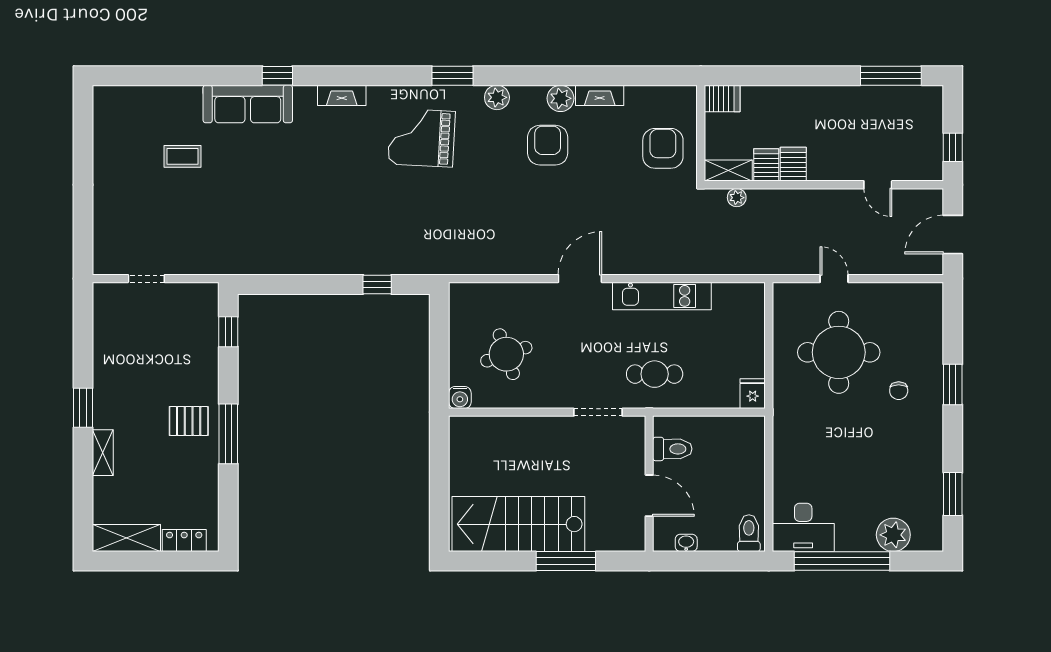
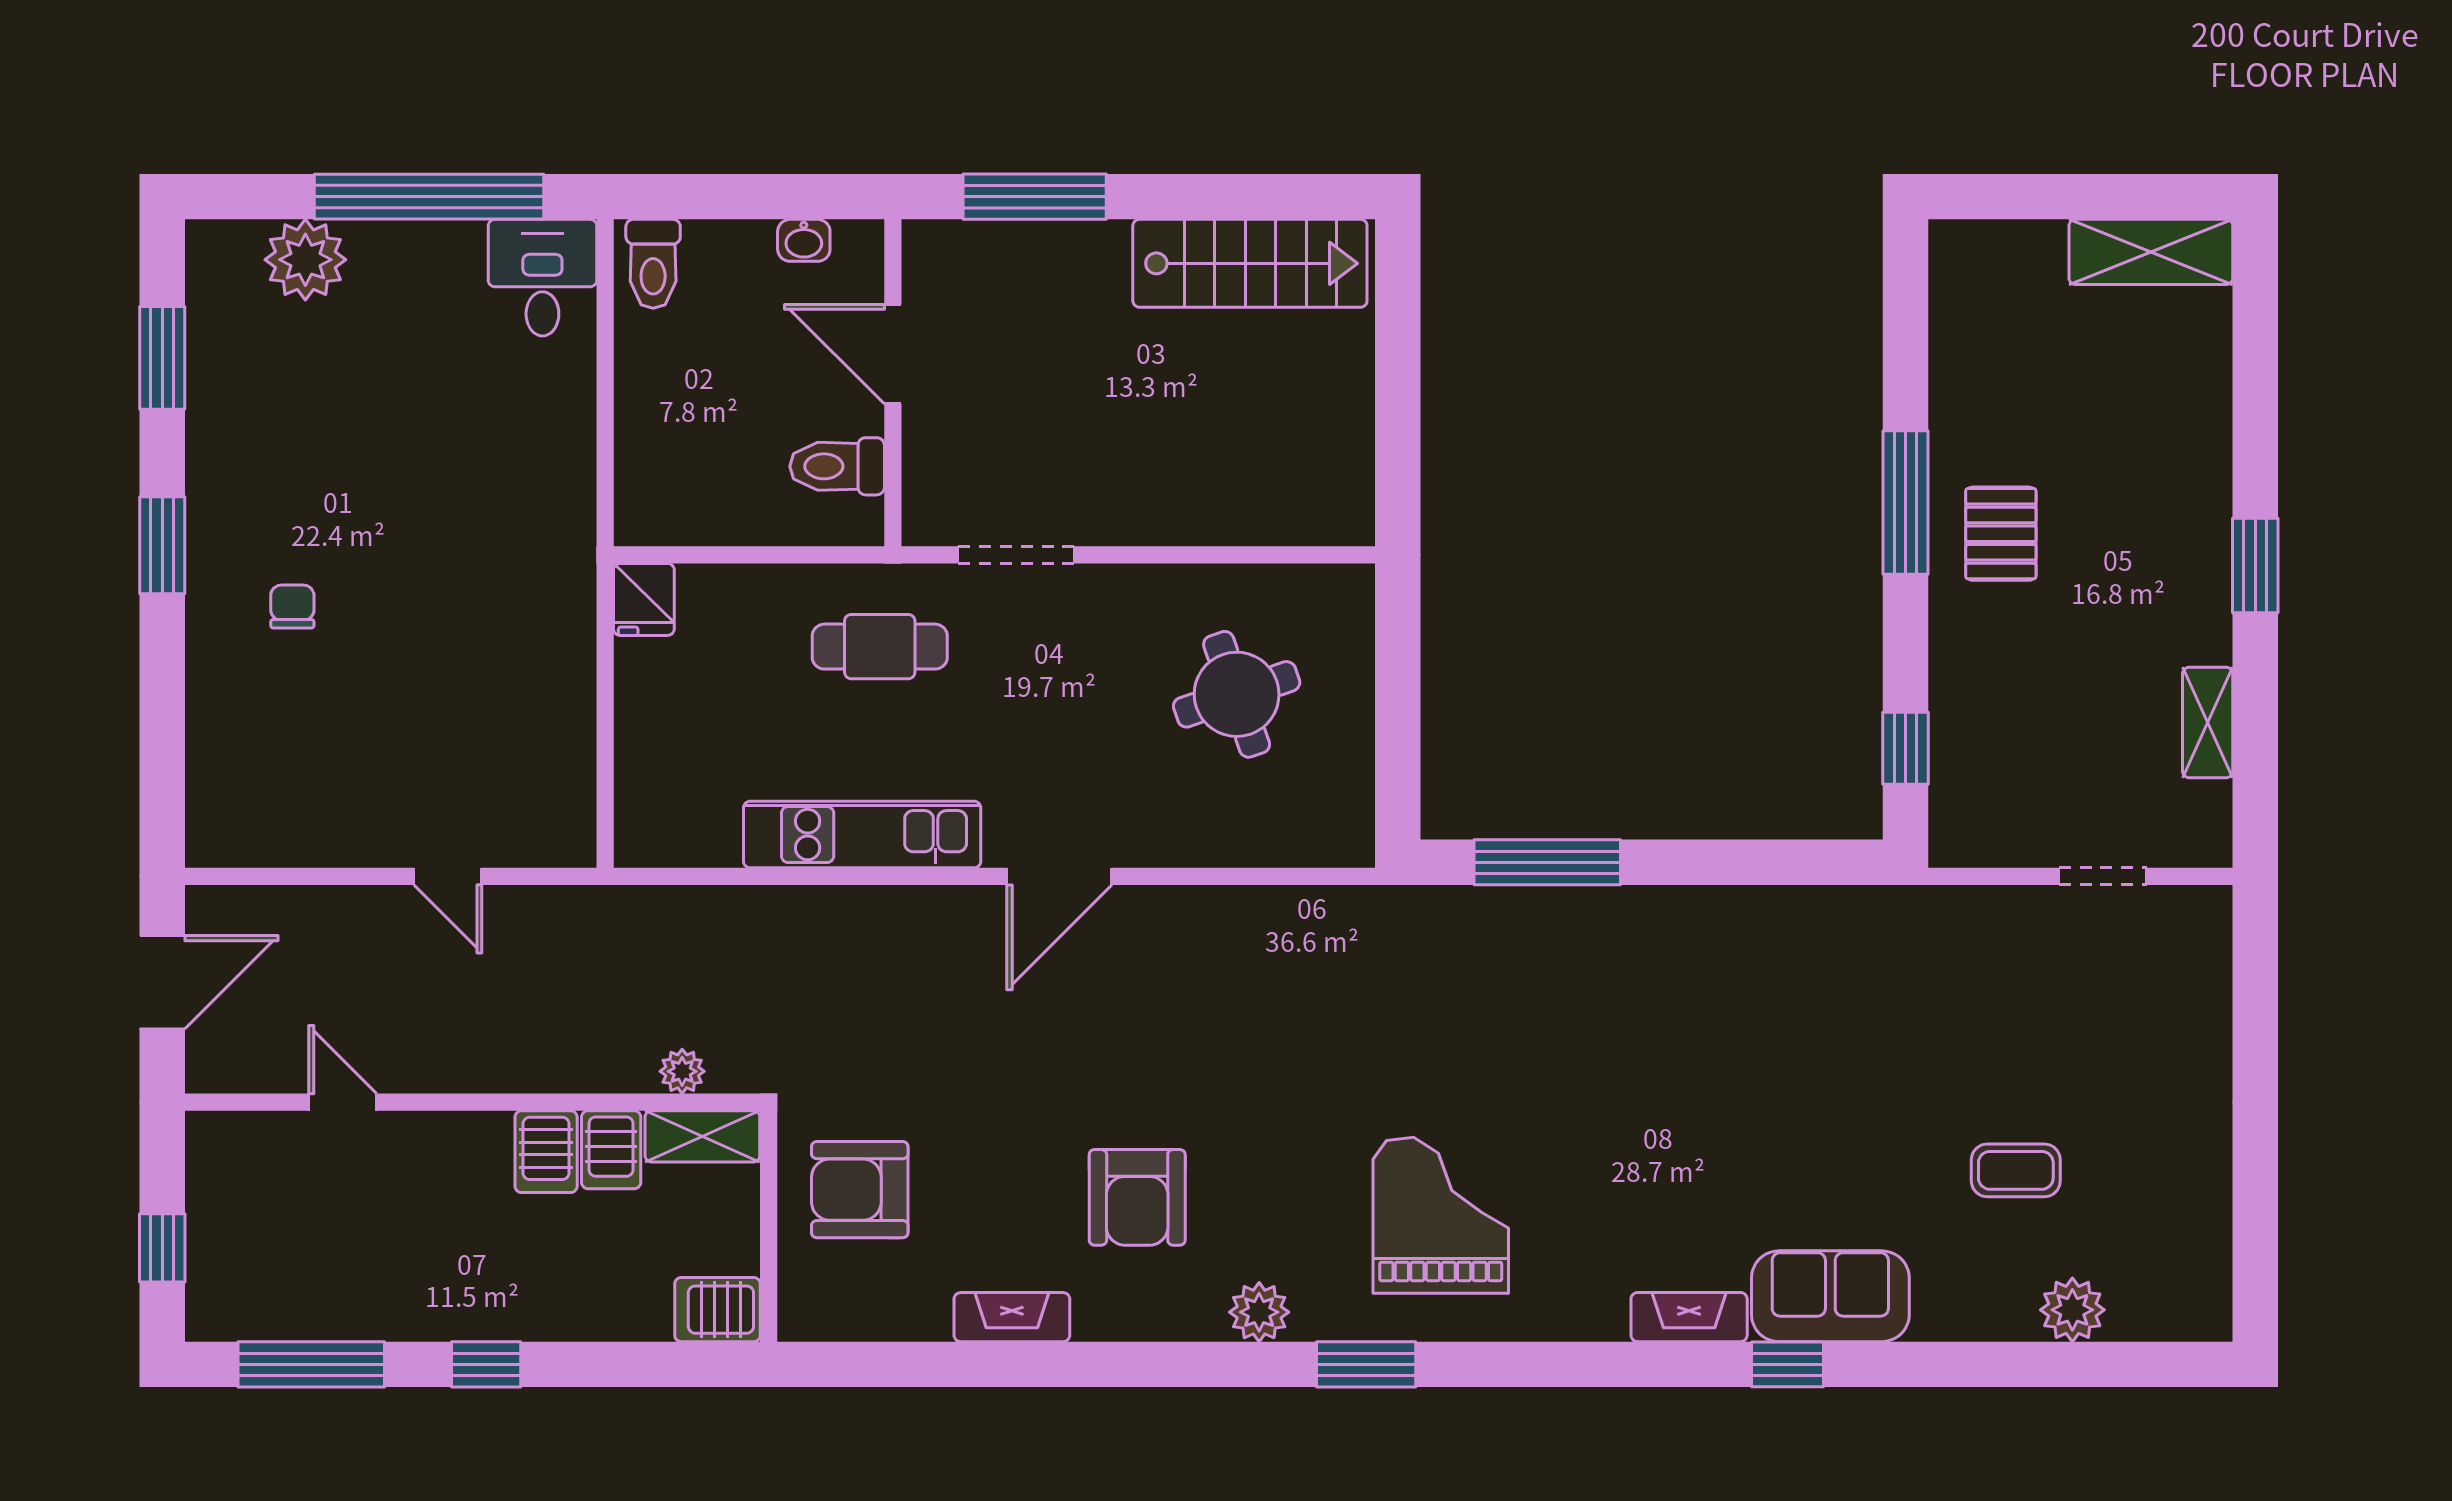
window: (818, 76) -> (486, 1364), added
fireplace: (342, 95) -> (1689, 1317), moved
plant: (561, 98) -> (2072, 1310), moved
sofa: (248, 104) -> (1830, 1296), width x0.73
grand piano: (421, 138) -> (1441, 1215), turned -93
window: (953, 147) -> (162, 1248), moved
armchair: (663, 148) -> (860, 1190), turned 90
window: (377, 284) -> (1547, 862), width x2.17
round table: (839, 352) -> (437, 699), removed
window: (953, 384) -> (162, 545), moved
water cooler: (460, 398) -> (1348, 590), removed
pallet: (189, 421) -> (2001, 534), turned 90
shelving: (103, 453) -> (2208, 722), moved
stairs: (518, 524) -> (1250, 263), width x0.73, depth x0.66
desk: (803, 527) -> (542, 278), width x0.73
locker: (184, 541) -> (2012, 246), removed
window: (566, 561) -> (1035, 197), moved

